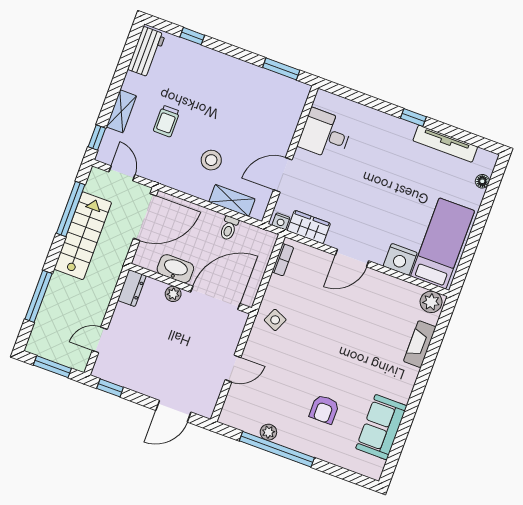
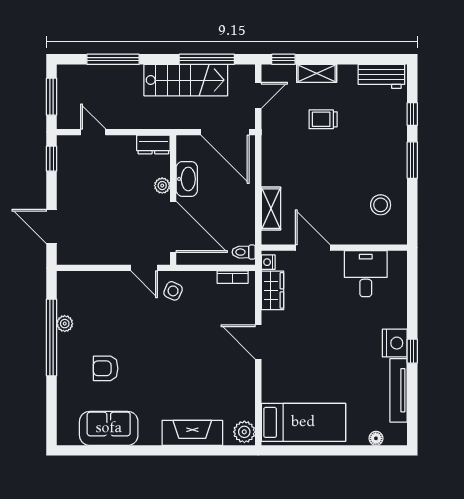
window: (281, 69) -> (412, 160), moved
stool: (211, 160) -> (381, 205), moved
toilet: (229, 228) -> (244, 252), moved
nightstand: (400, 259) -> (395, 343), moved, turned 180
fireplace: (420, 344) -> (192, 433), width x1.37, depth x1.32
door: (233, 369) -> (144, 268), moved

